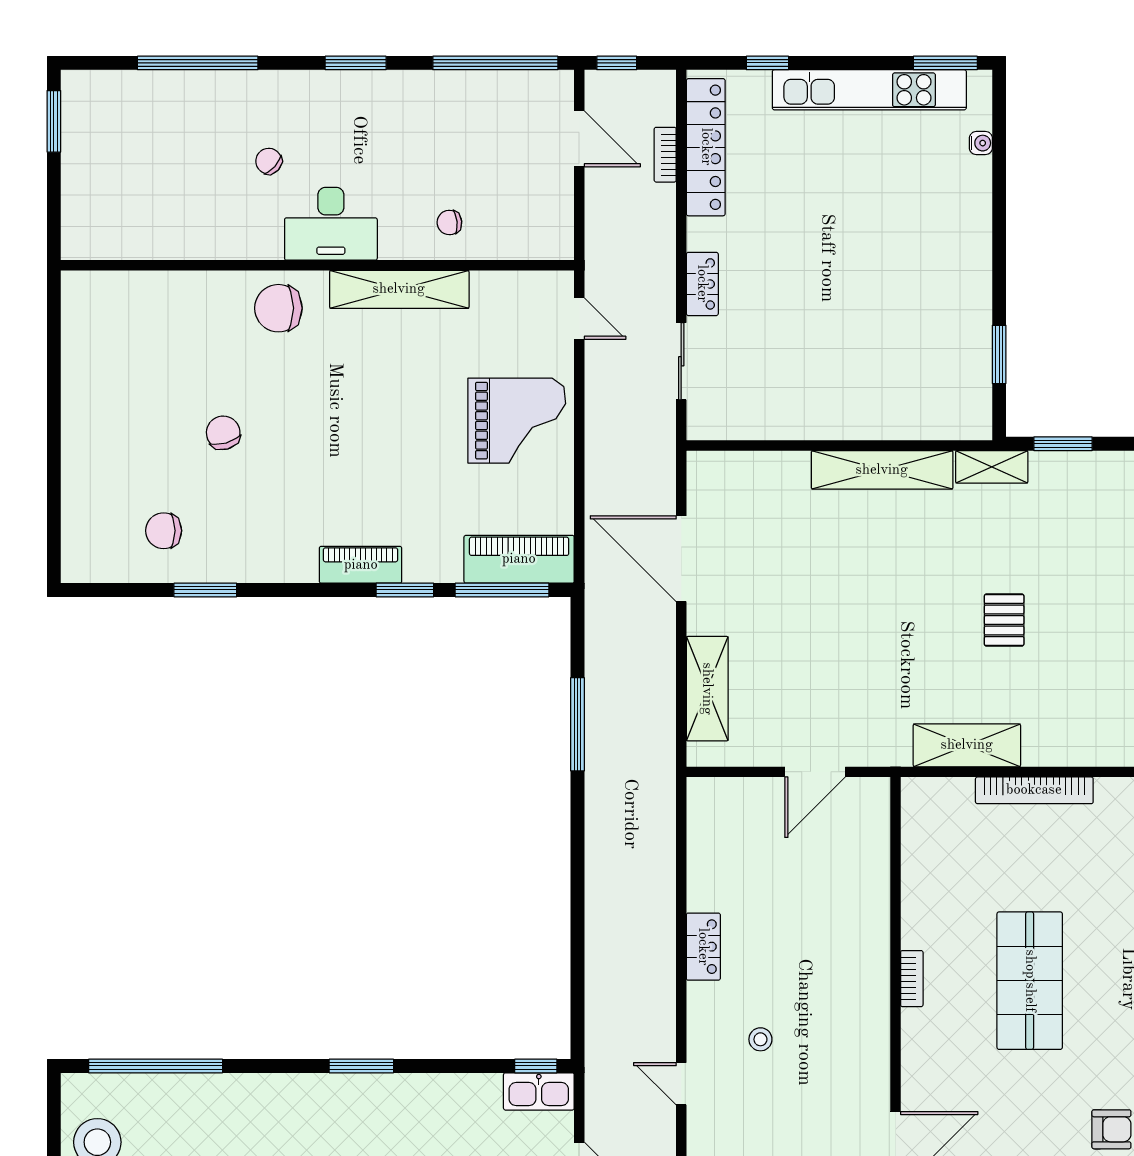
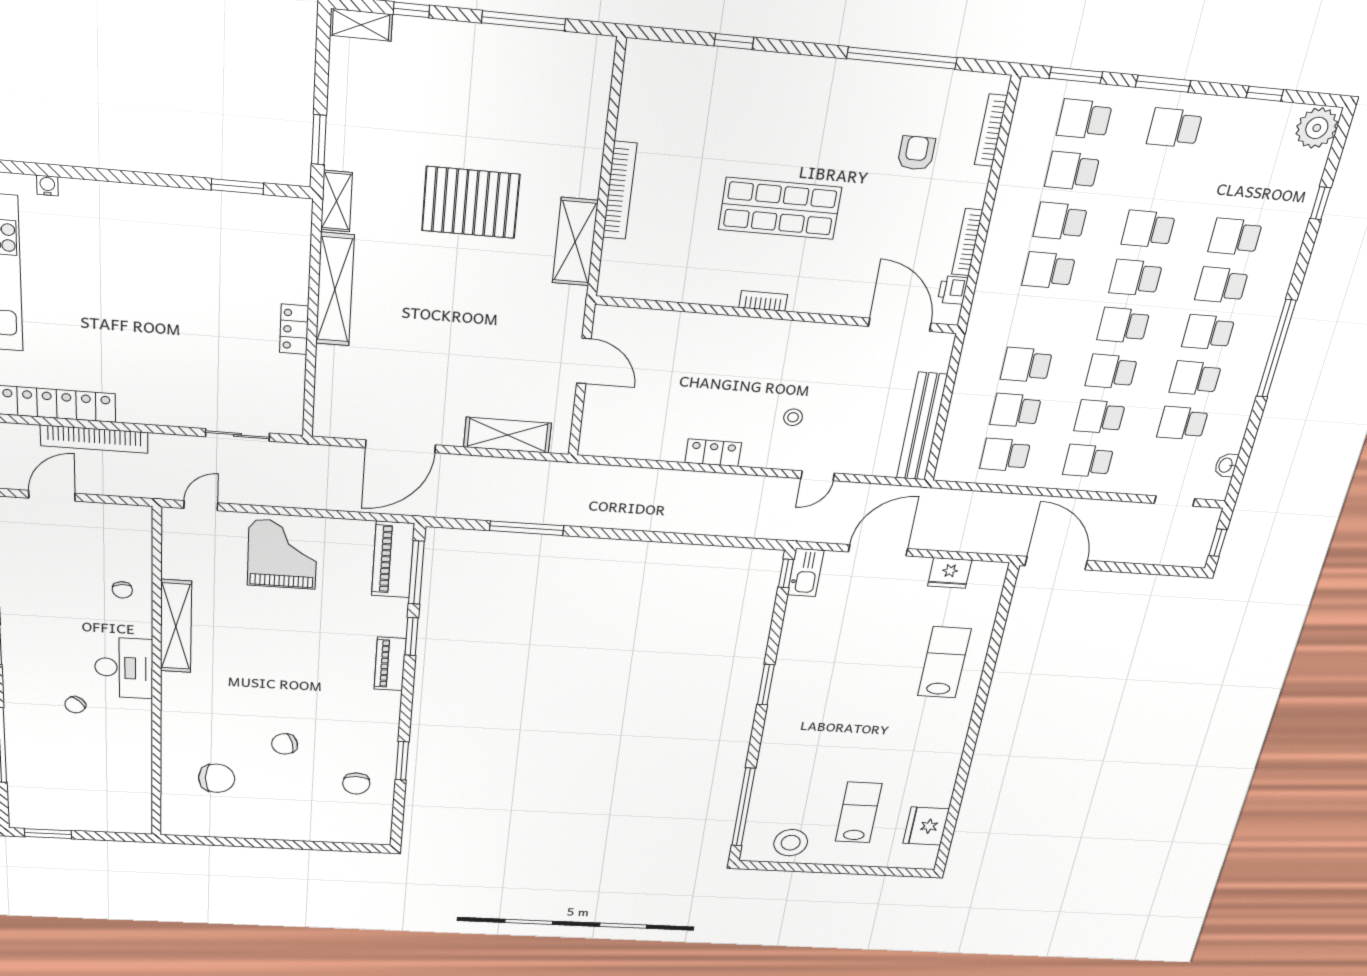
bookcase: (665, 155) -> (94, 439), width x2.31, depth x1.31
locker: (702, 284) -> (294, 329), moved, turned -90
chair: (278, 308) -> (217, 778), moved, turned -90
pallet: (1004, 620) -> (471, 202), width x2.05, depth x2.00

